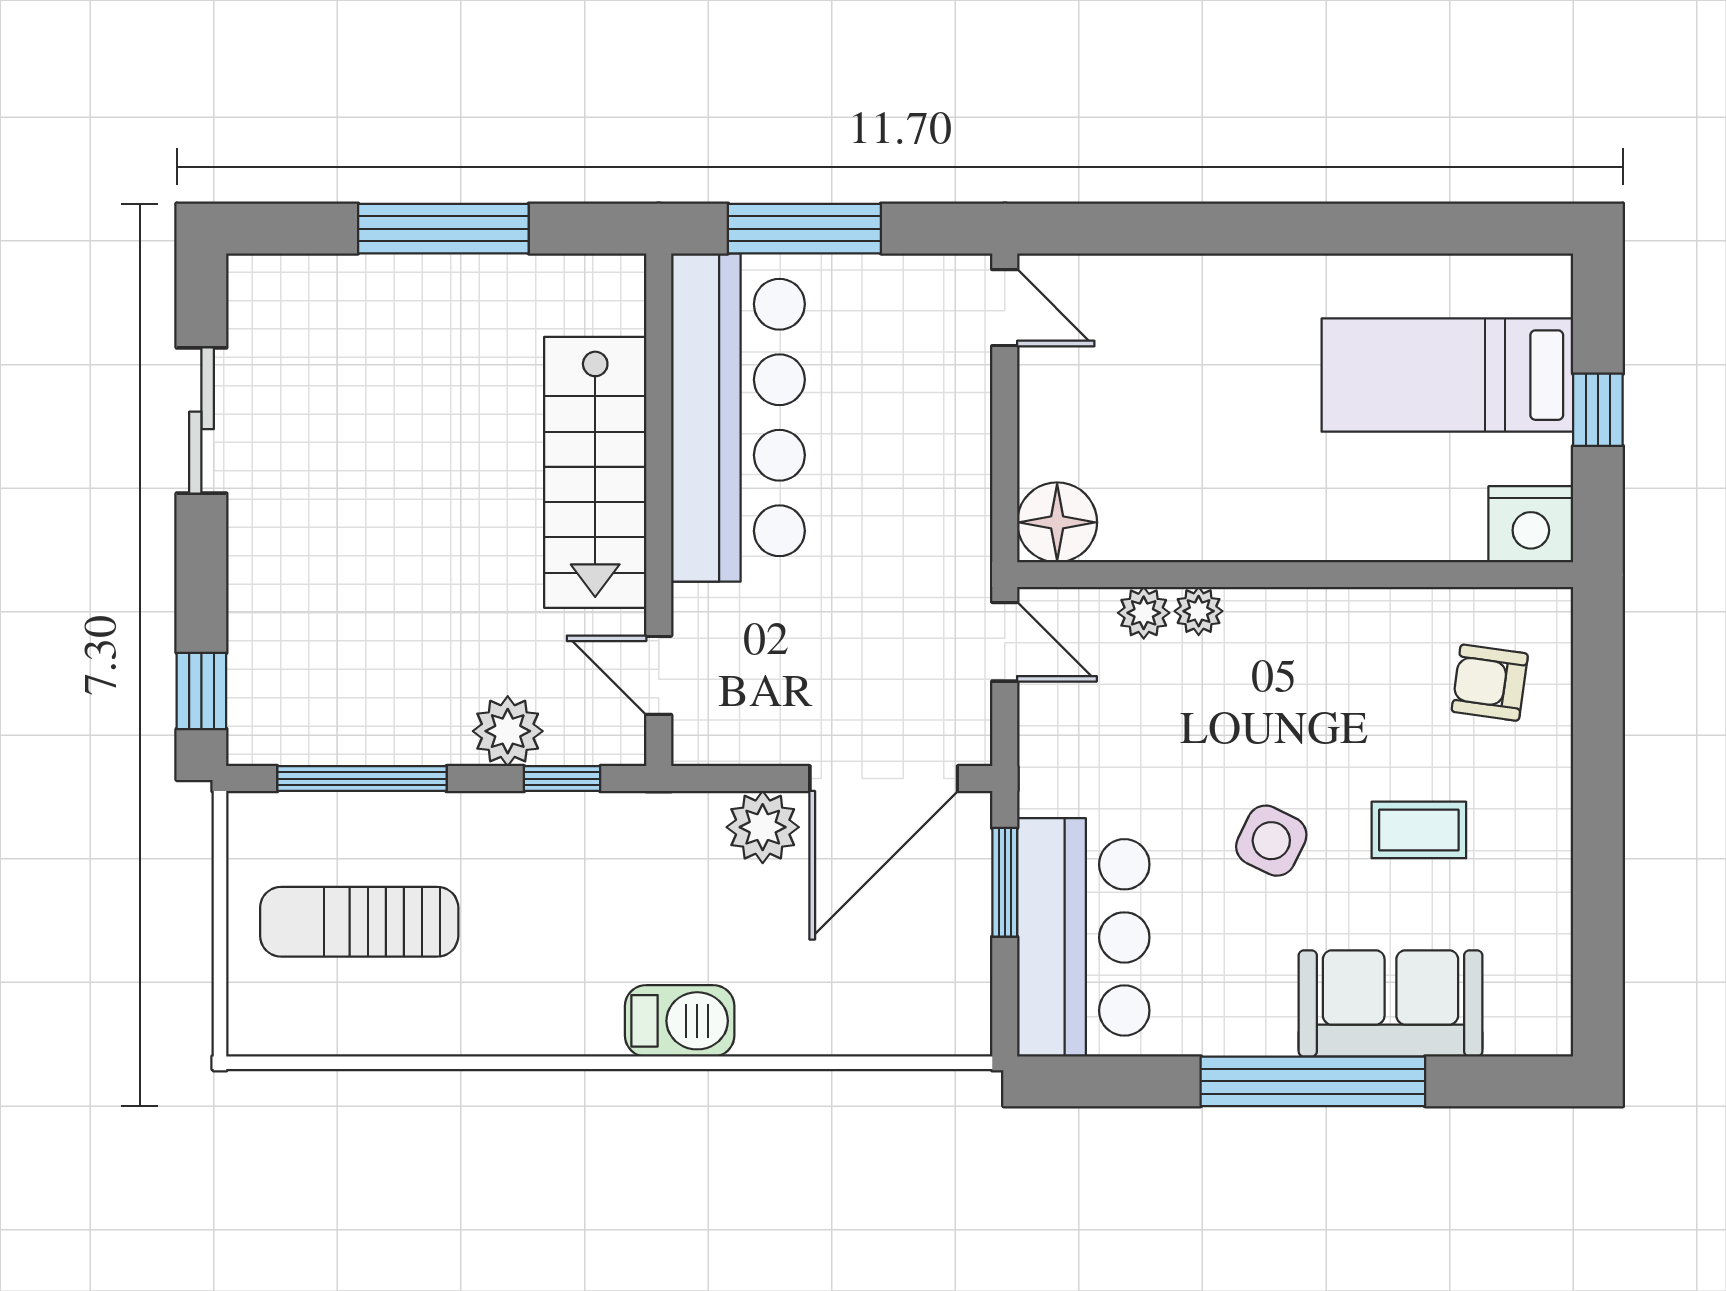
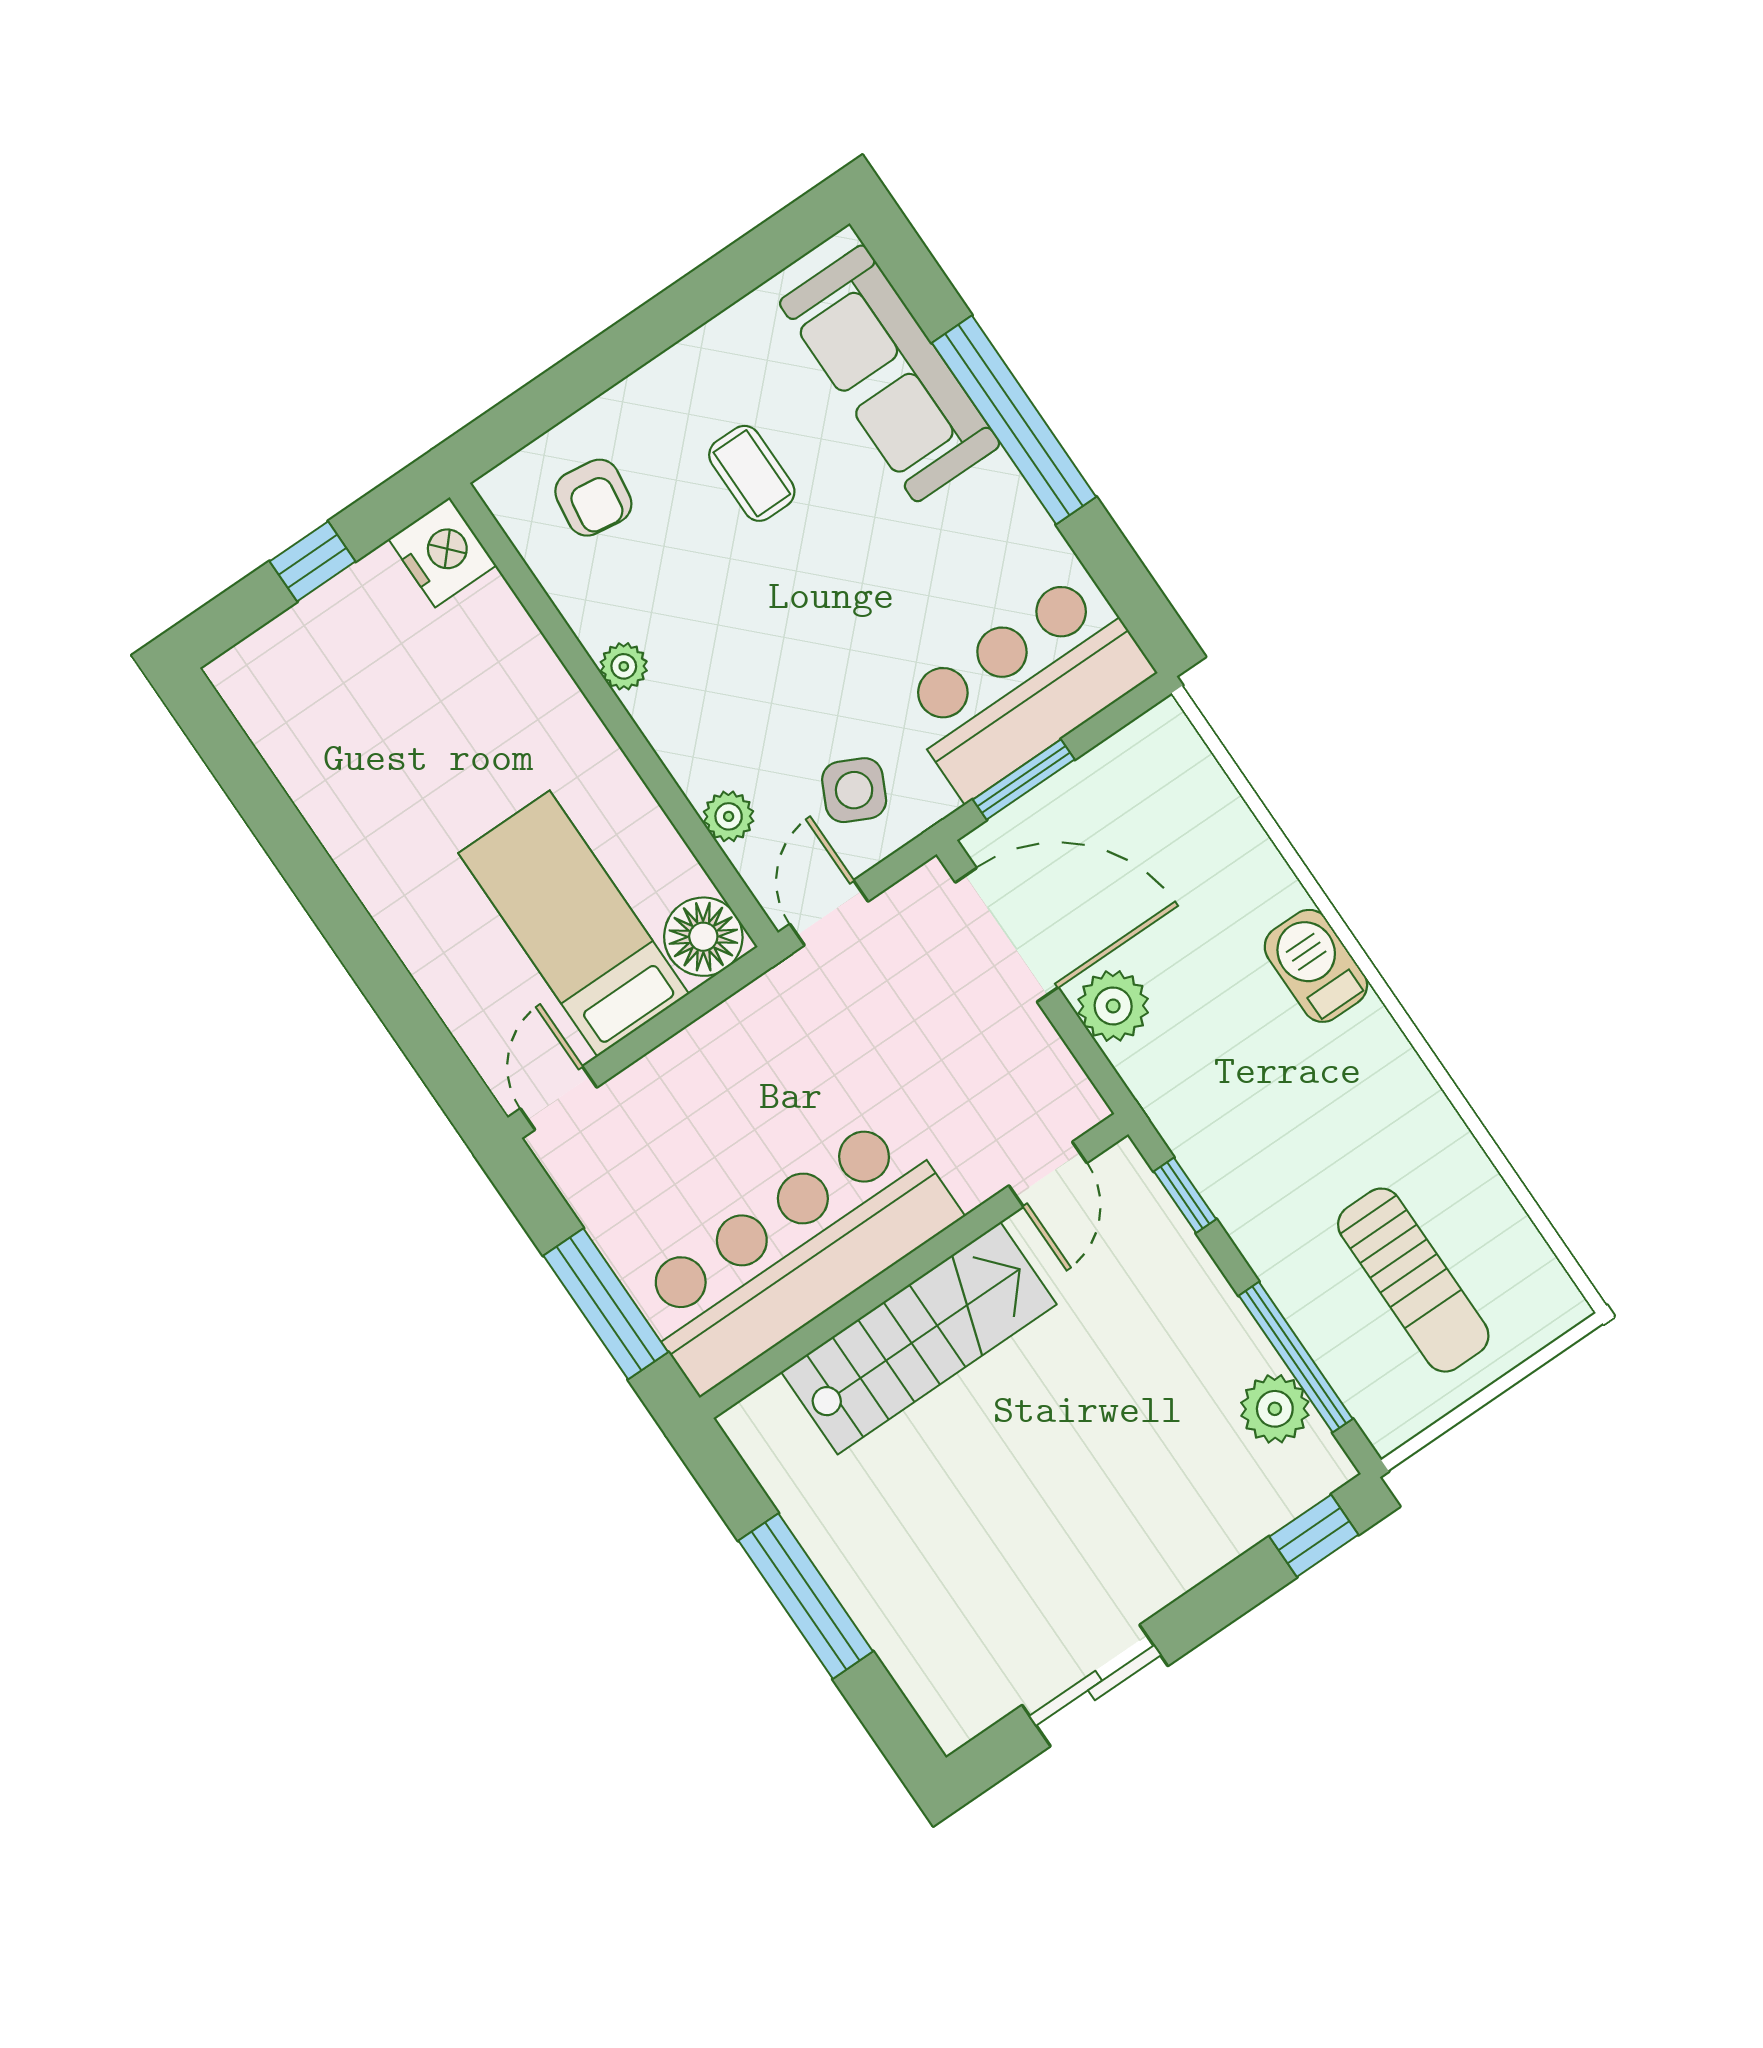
bed: (1447, 375) -> (574, 923), moved, turned 180
plant: (1199, 611) -> (624, 666), moved
plant: (508, 731) -> (1275, 1409), moved
side table: (1271, 841) -> (854, 790), moved
sofa: (1390, 1003) -> (890, 373), width x1.36

